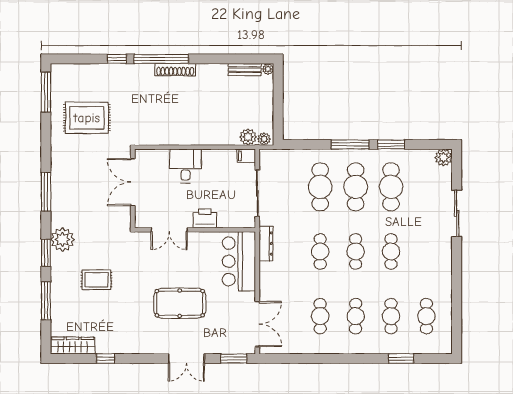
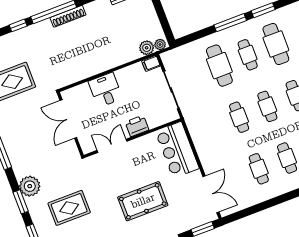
cafe table: (356, 187) -> (248, 55), width x0.73, depth x0.74
double door: (169, 230) -> (112, 146), swing flipped
dresser: (266, 244) -> (193, 127), removed
rug: (96, 280) -> (69, 208), width x1.36, depth x1.43

